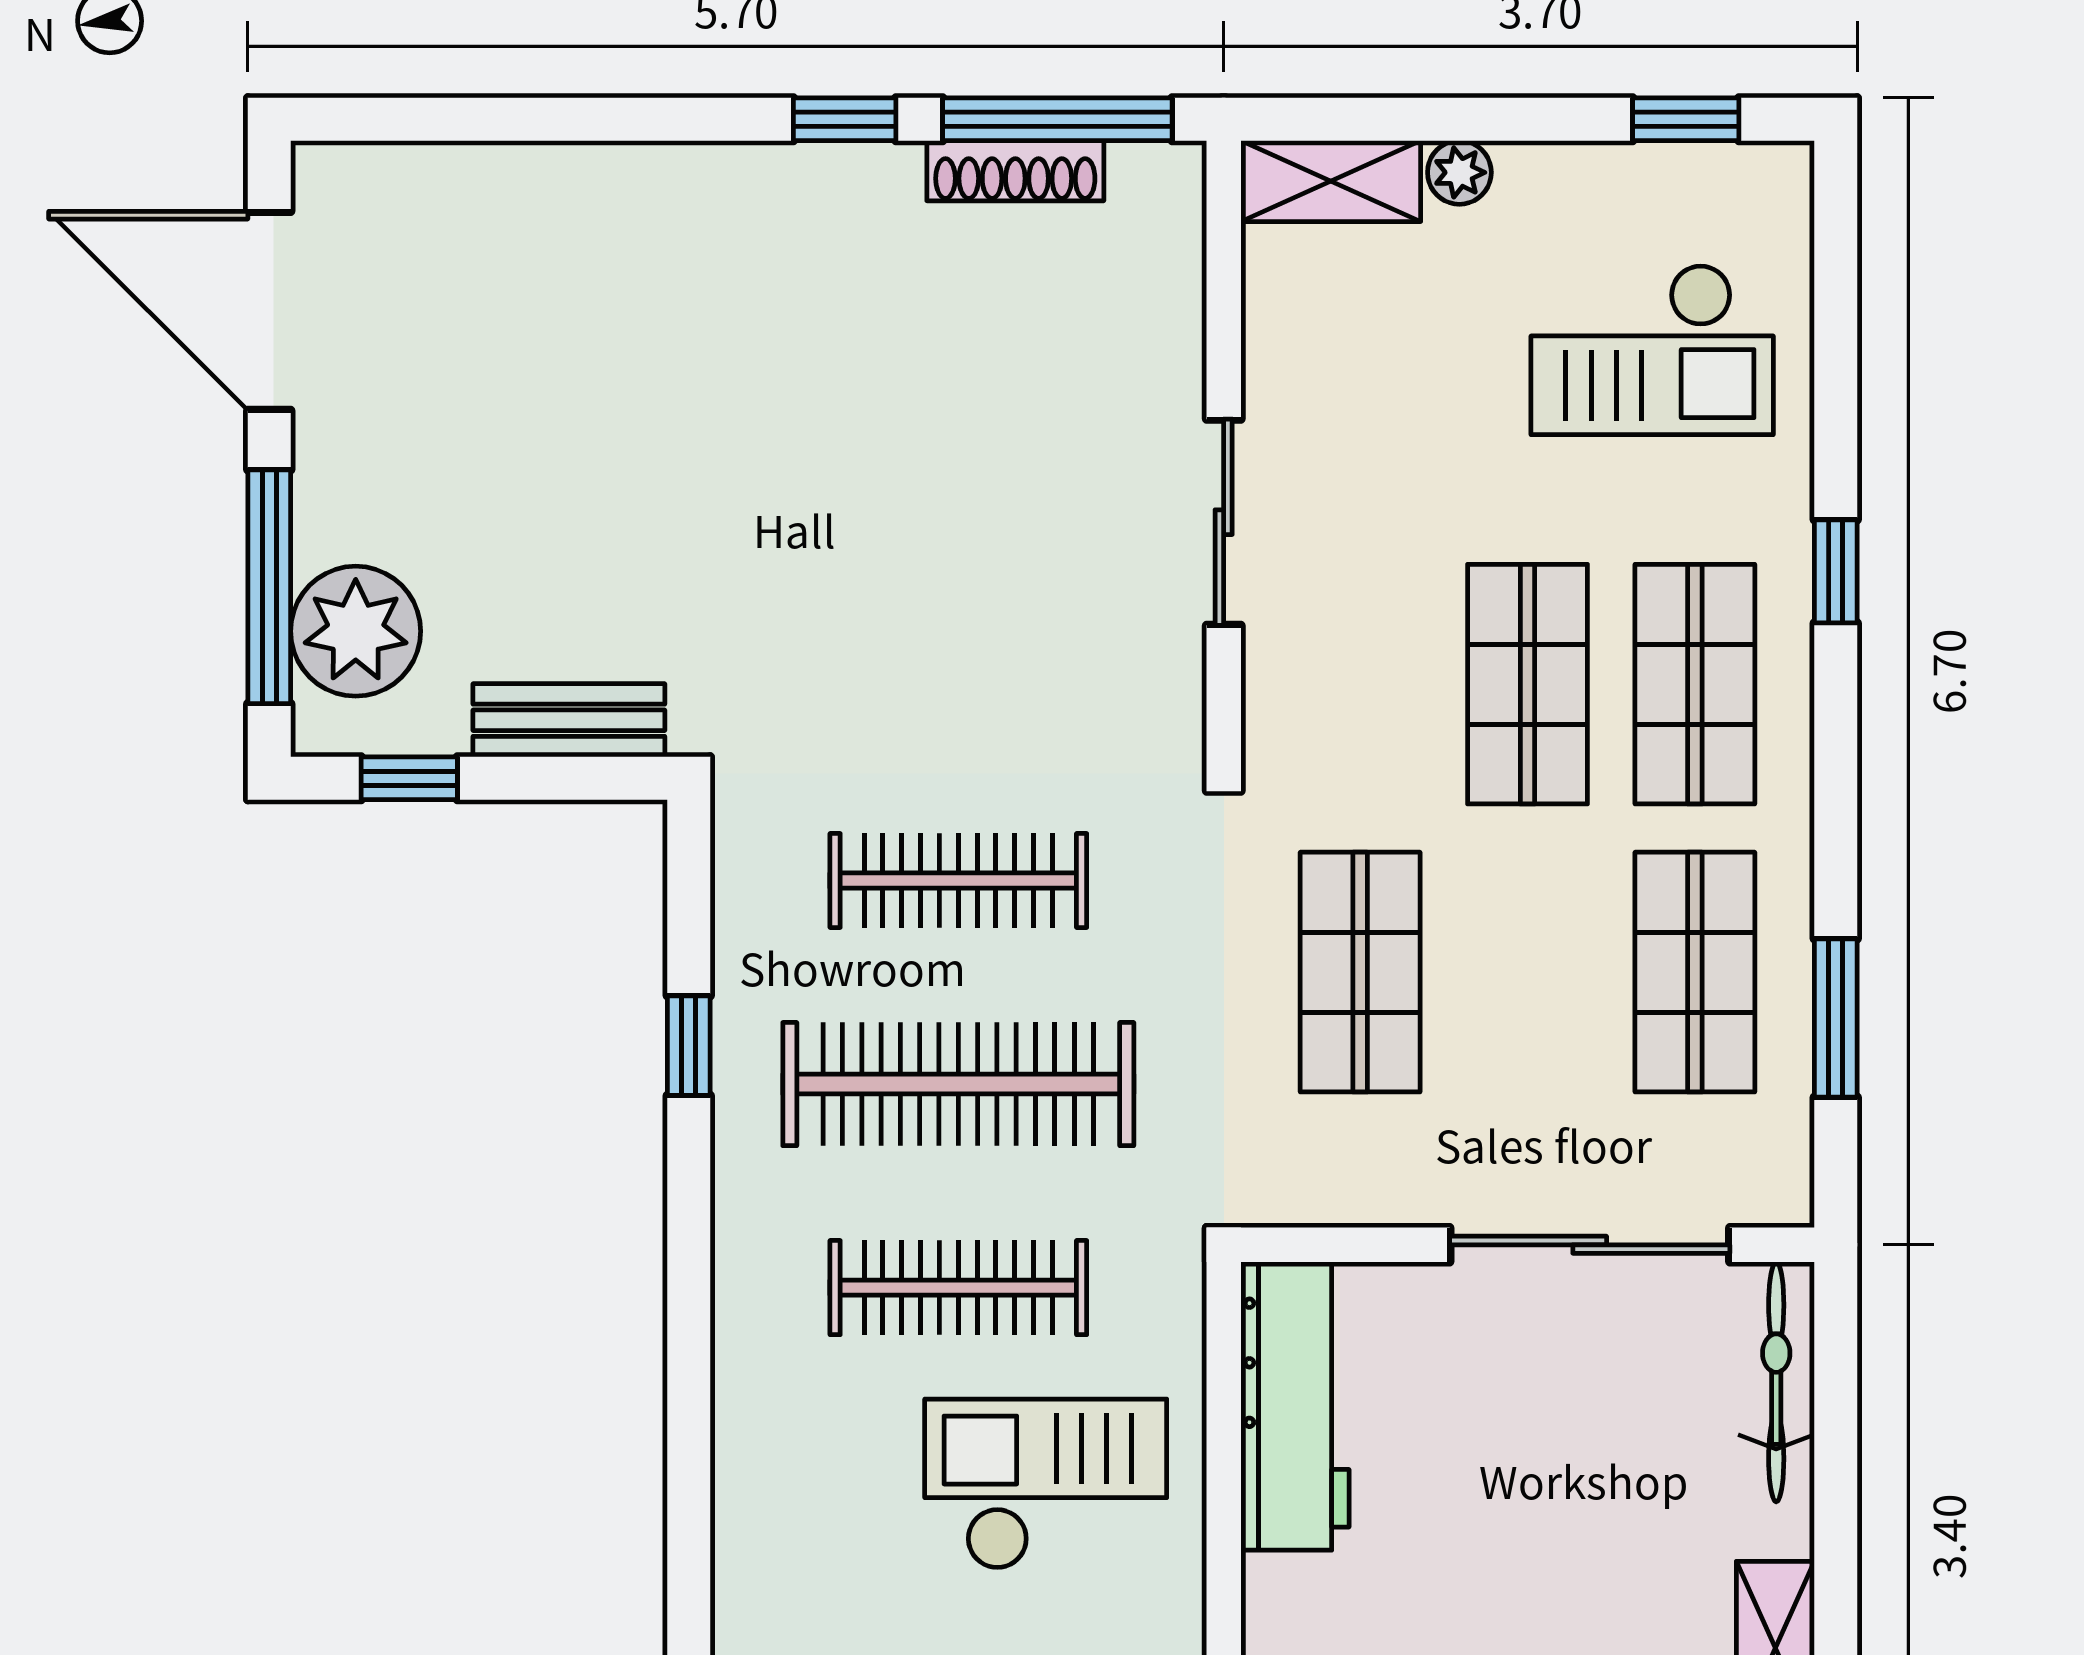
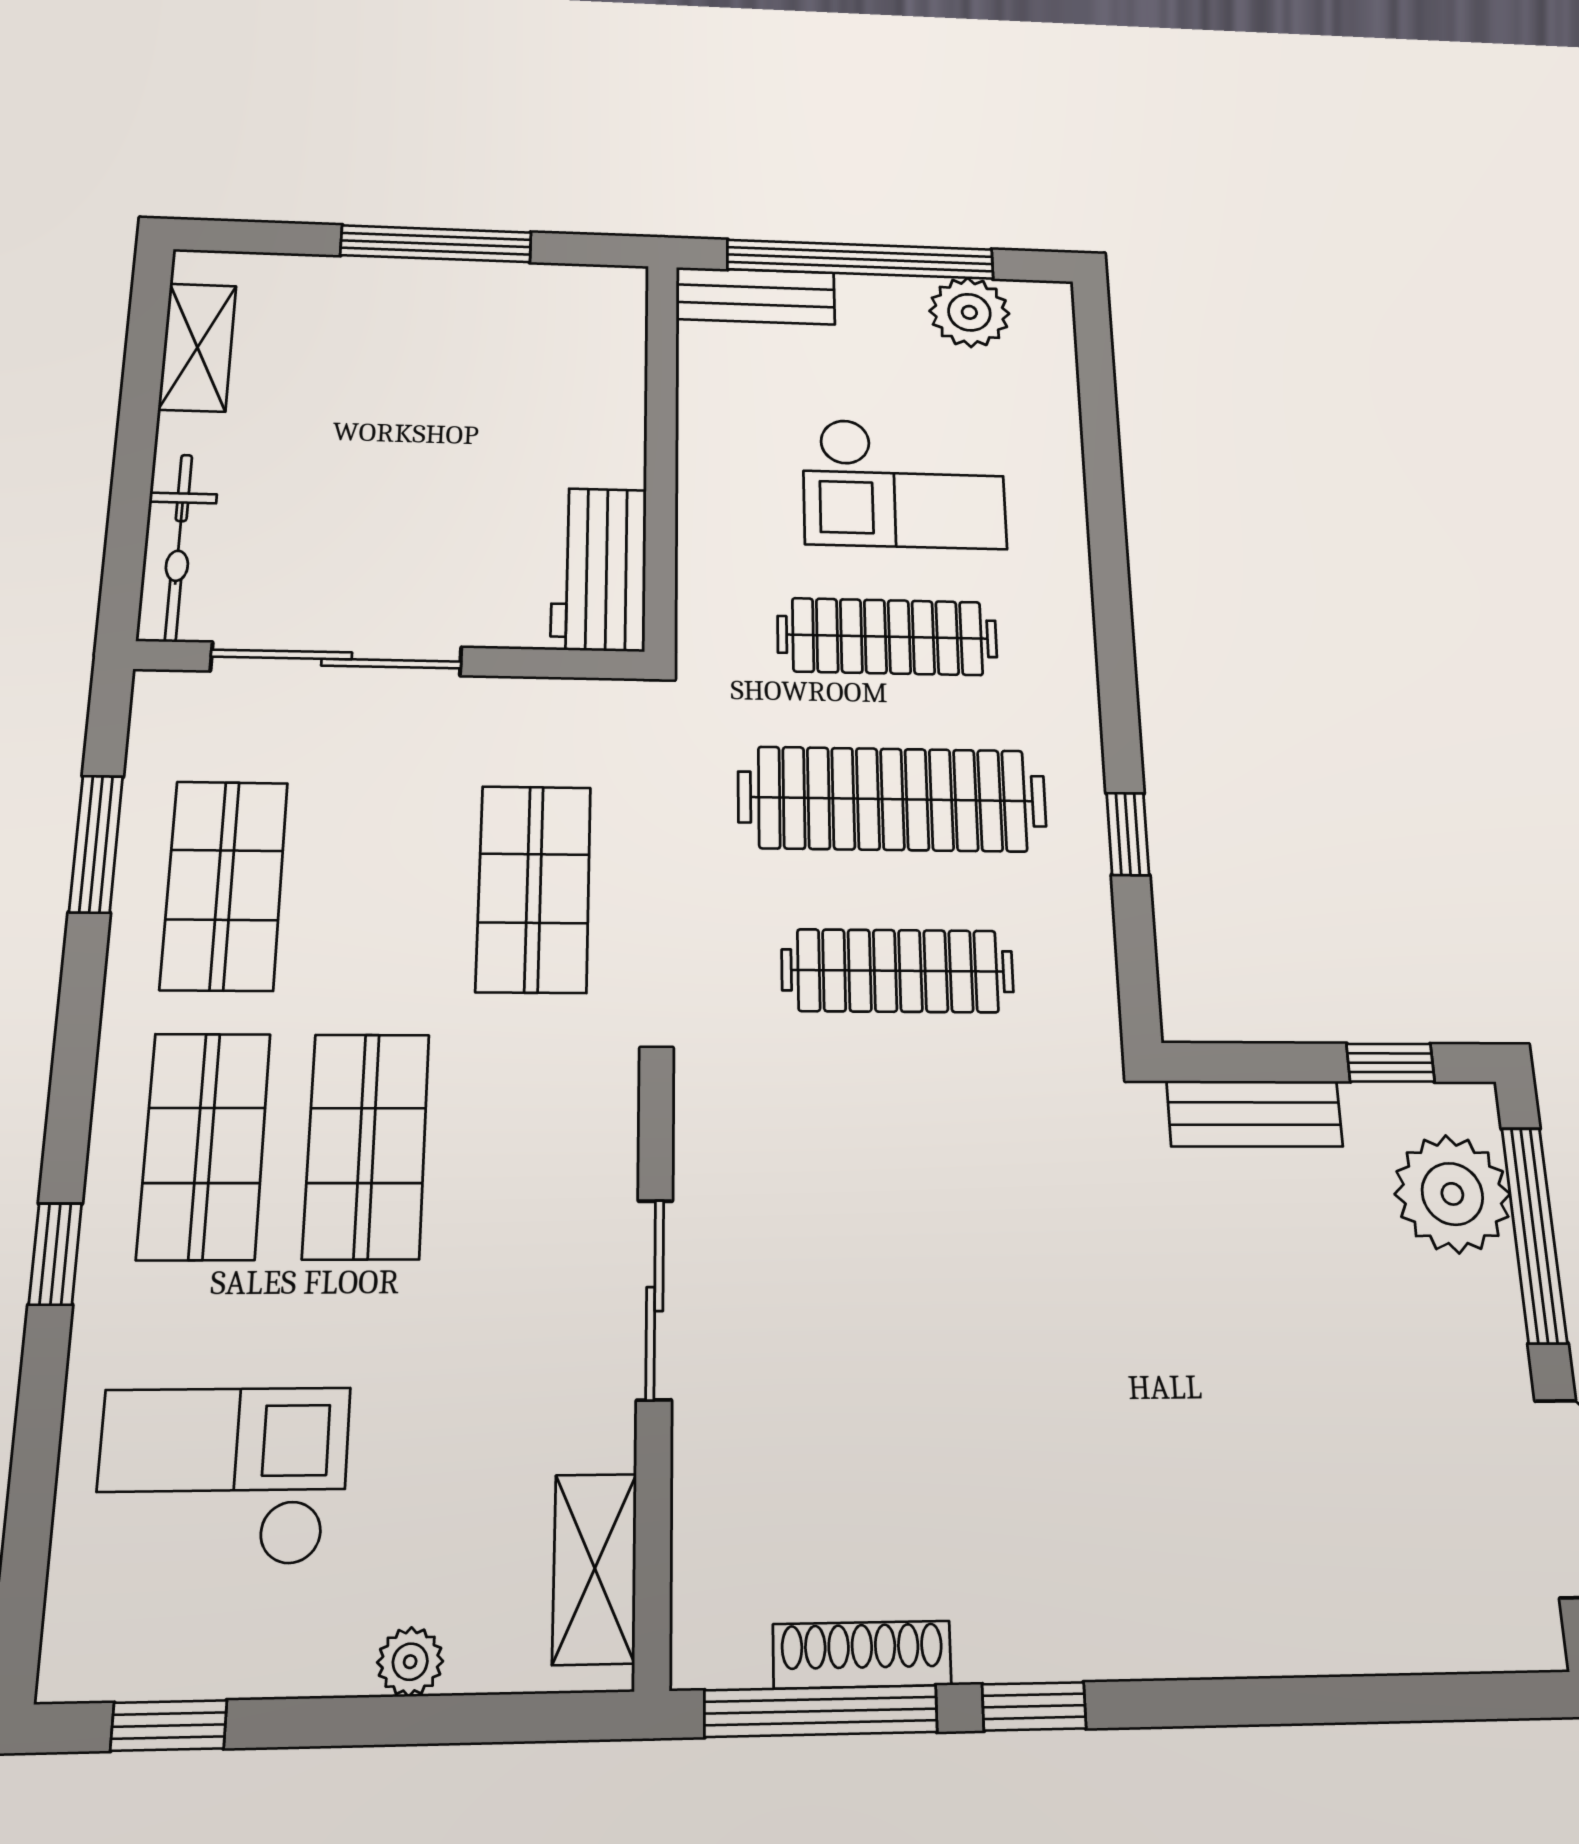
shelving: (1331, 181) -> (595, 1568), moved, turned 90
workbench: (1295, 1406) -> (599, 569), width x0.73
checkout: (1046, 1484) -> (904, 484), moved

